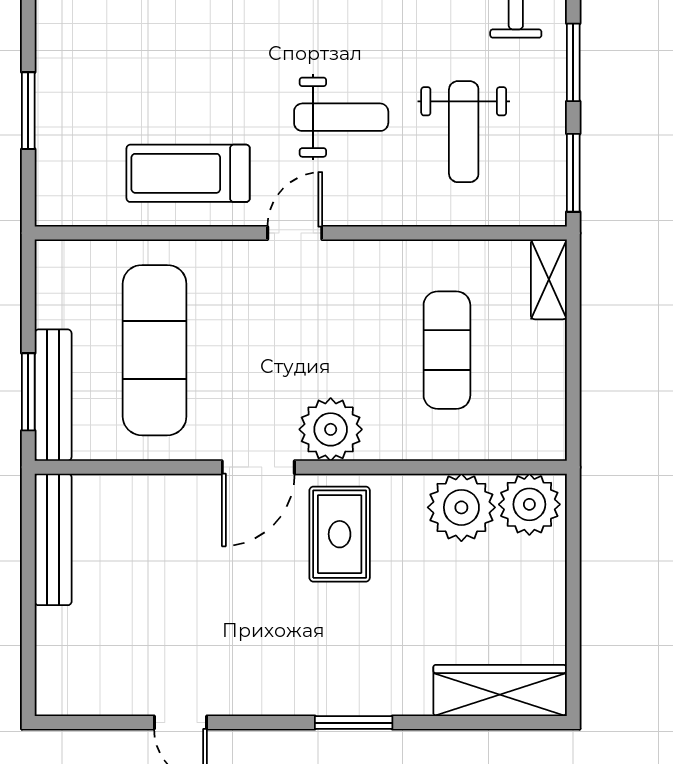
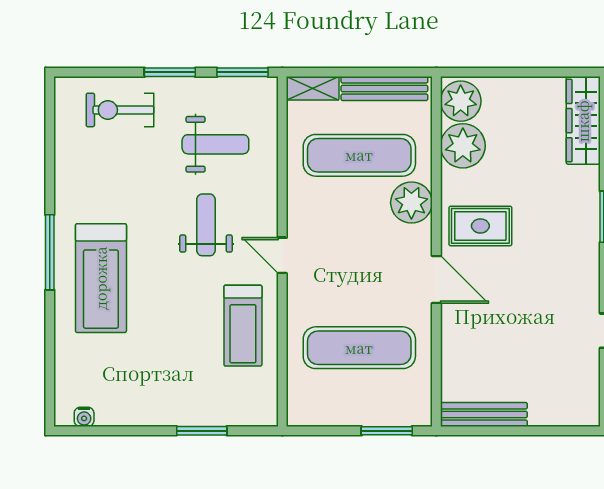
exercise mat: (447, 350) -> (359, 155), width x1.36, depth x1.45
bench: (53, 395) -> (384, 89), moved
plant: (331, 429) -> (411, 203), moved

